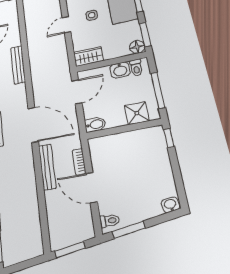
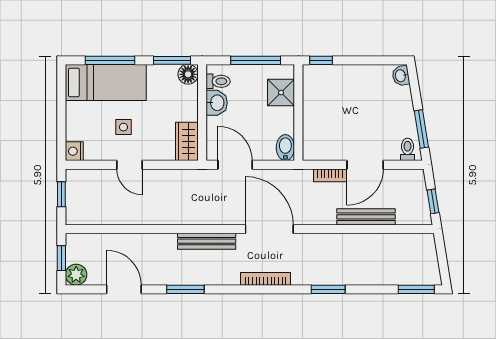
bench: (18, 65) -> (207, 241), moved
door: (33, 125) -> (269, 229), hinge flipped
bench: (47, 167) -> (366, 217), moved
window: (70, 250) -> (433, 201), width x0.67

